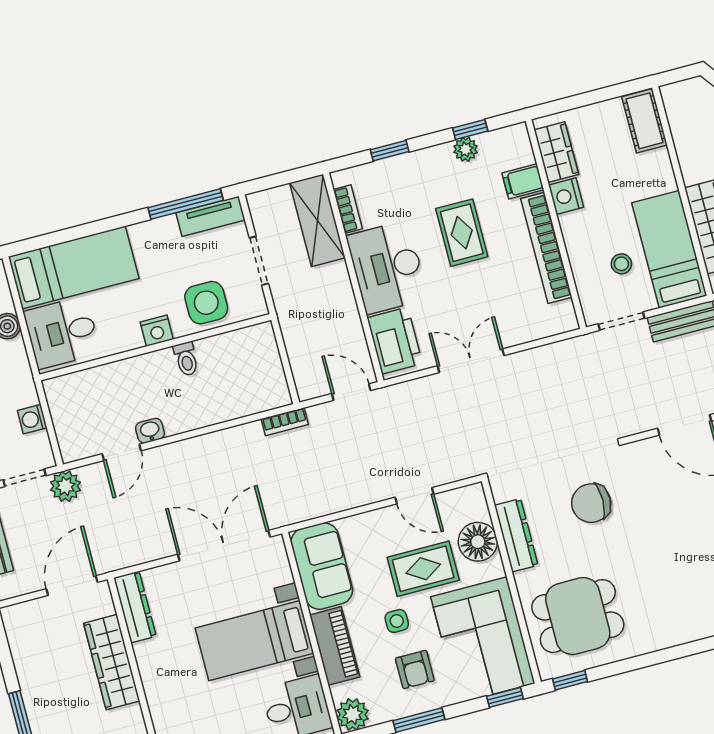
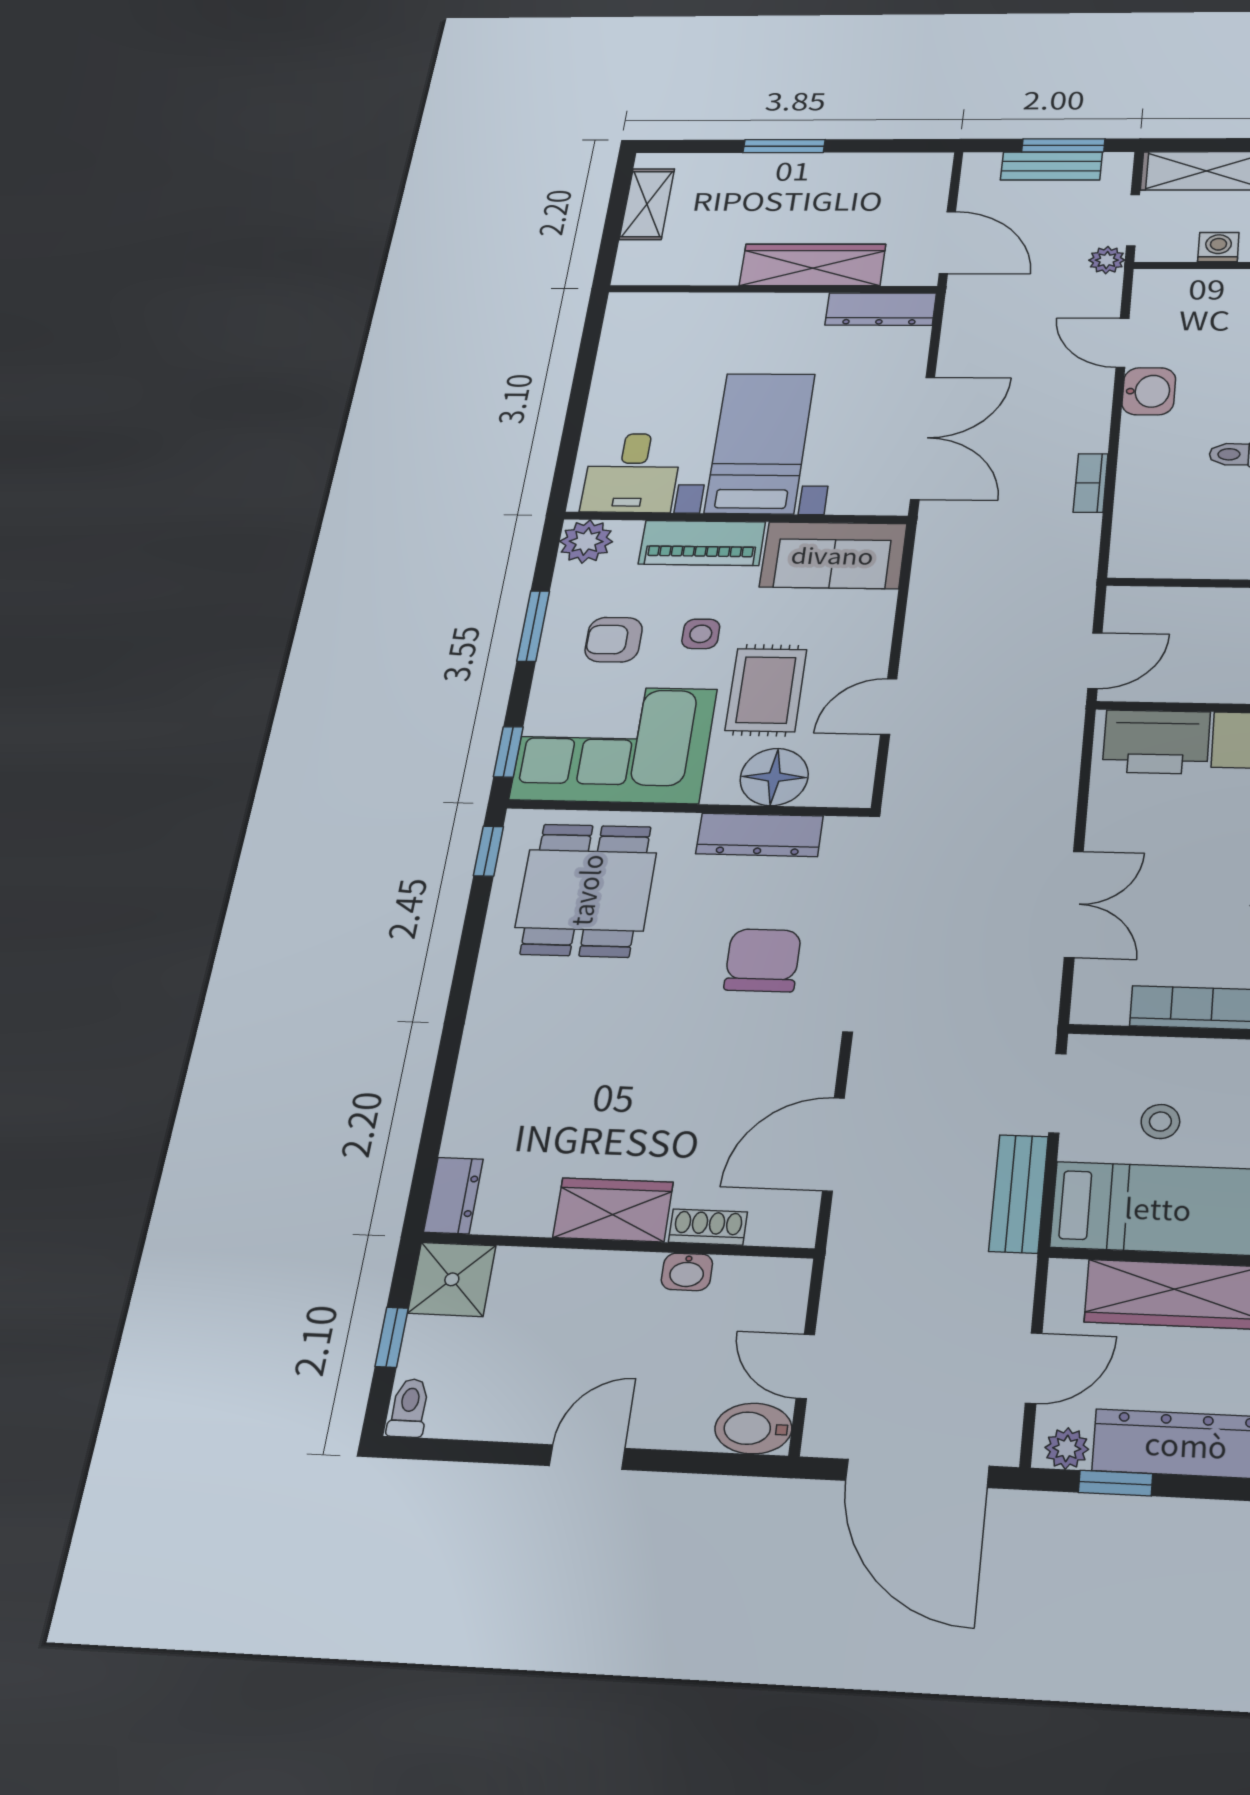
double door: (471, 361) -> (1074, 904), moved
bookcase: (285, 422) -> (1091, 483), moved
washbasin: (150, 431) -> (1149, 391), width x1.38, depth x1.45
plant: (65, 486) -> (1107, 260), width x0.73, depth x0.73

